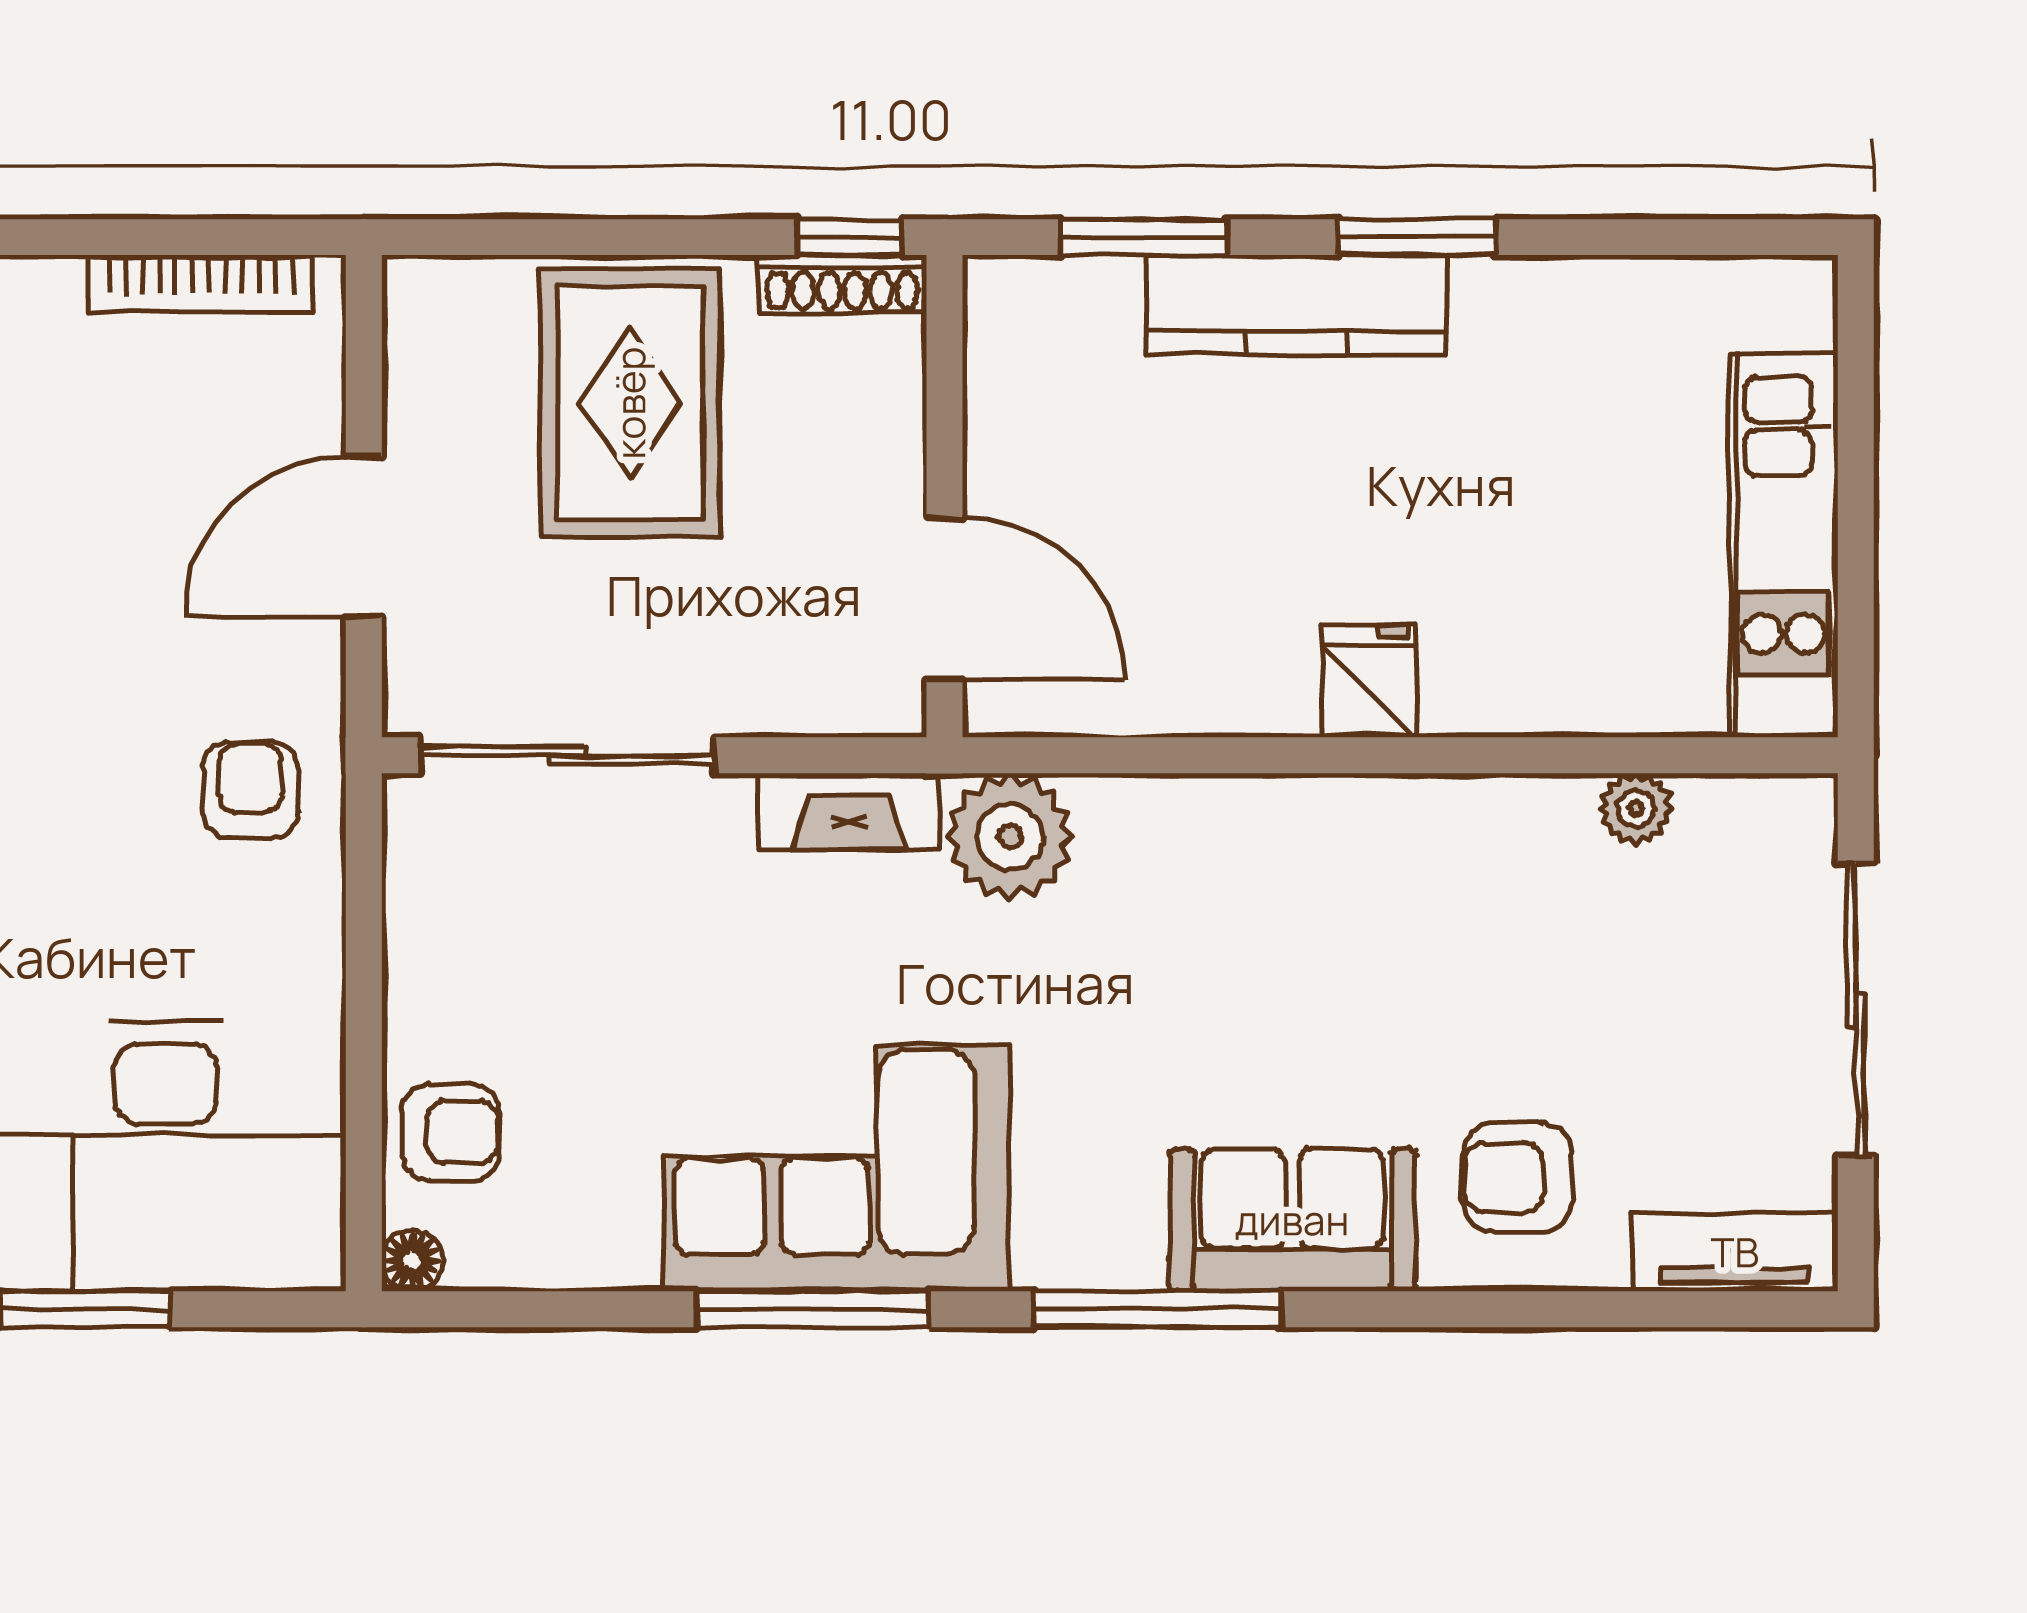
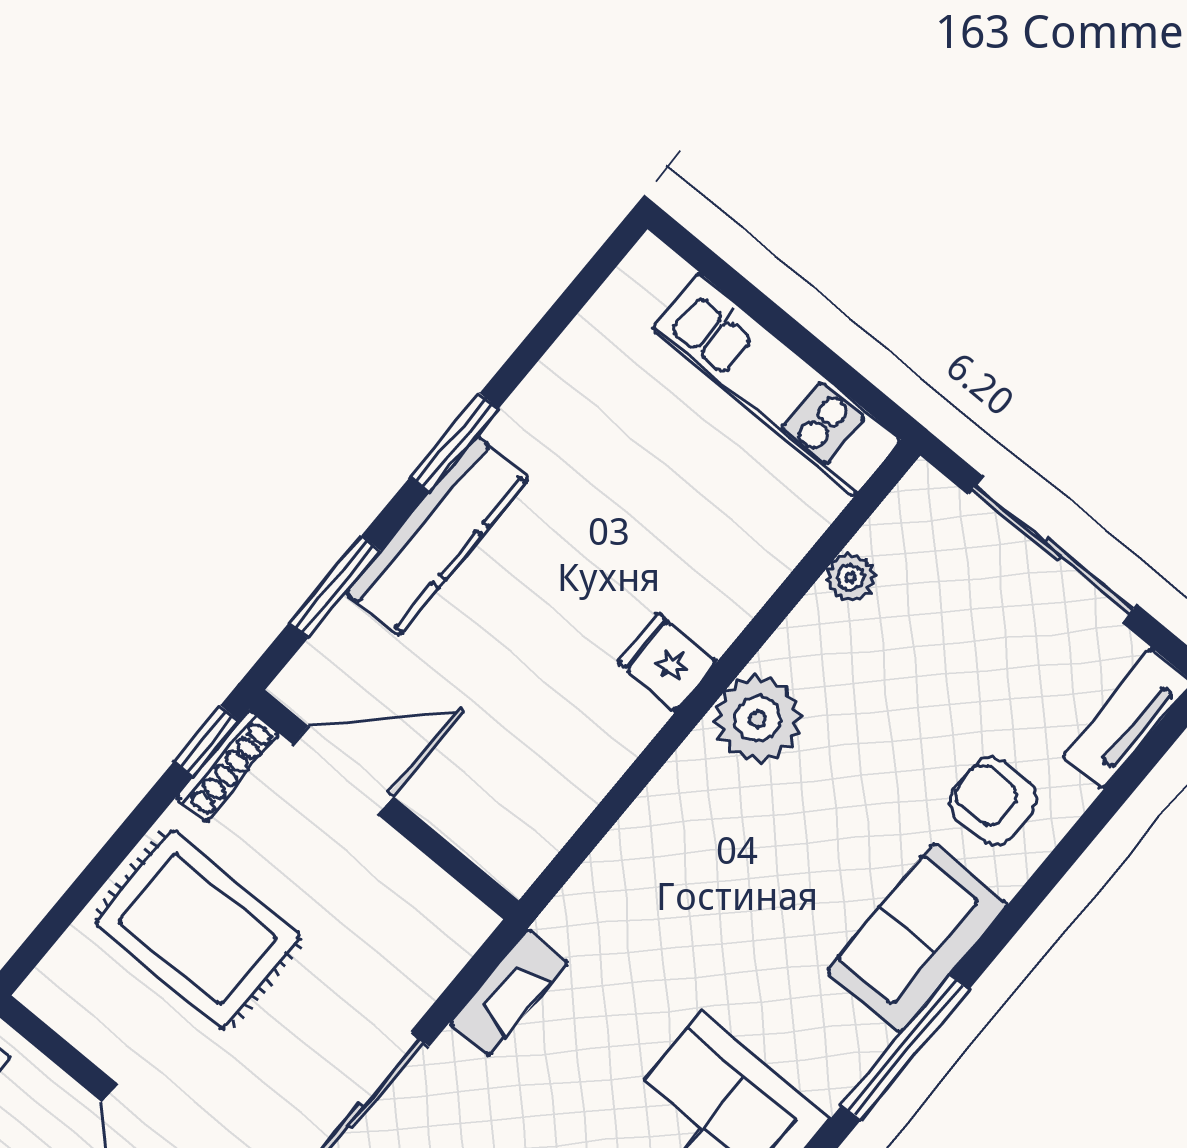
door: (944, 598) -> (343, 770), moved
plant: (1010, 837) -> (758, 719), moved
armchair: (1517, 1178) -> (993, 801), turned 90

